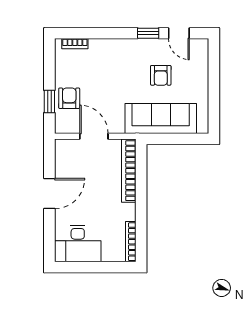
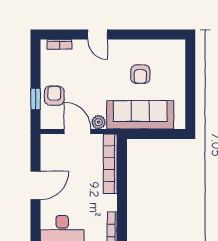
window: (148, 33) -> (129, 35), removed
door: (179, 33) -> (98, 35), moved
plant: (116, 126) -> (99, 122), added

